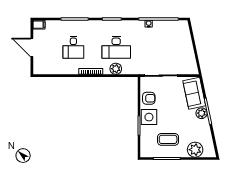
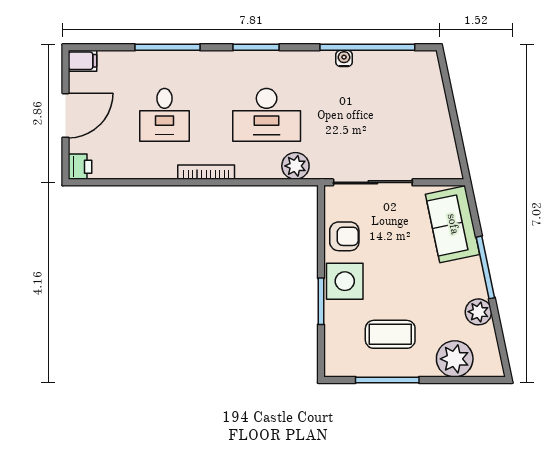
door: (32, 48) -> (66, 115), swing flipped
printer: (38, 69) -> (80, 167), added
plant: (116, 69) -> (295, 166), moved
plant: (201, 113) -> (478, 312), moved

